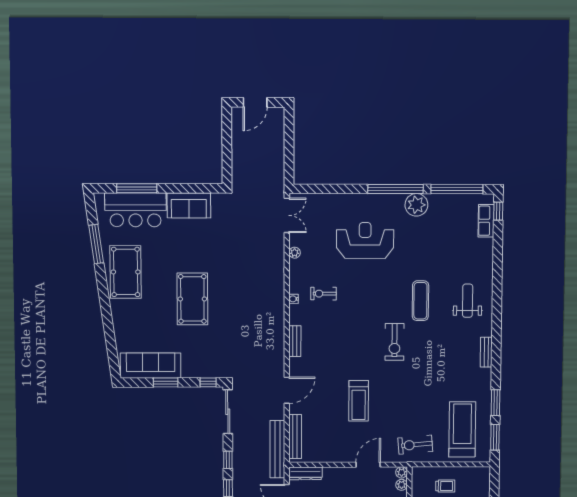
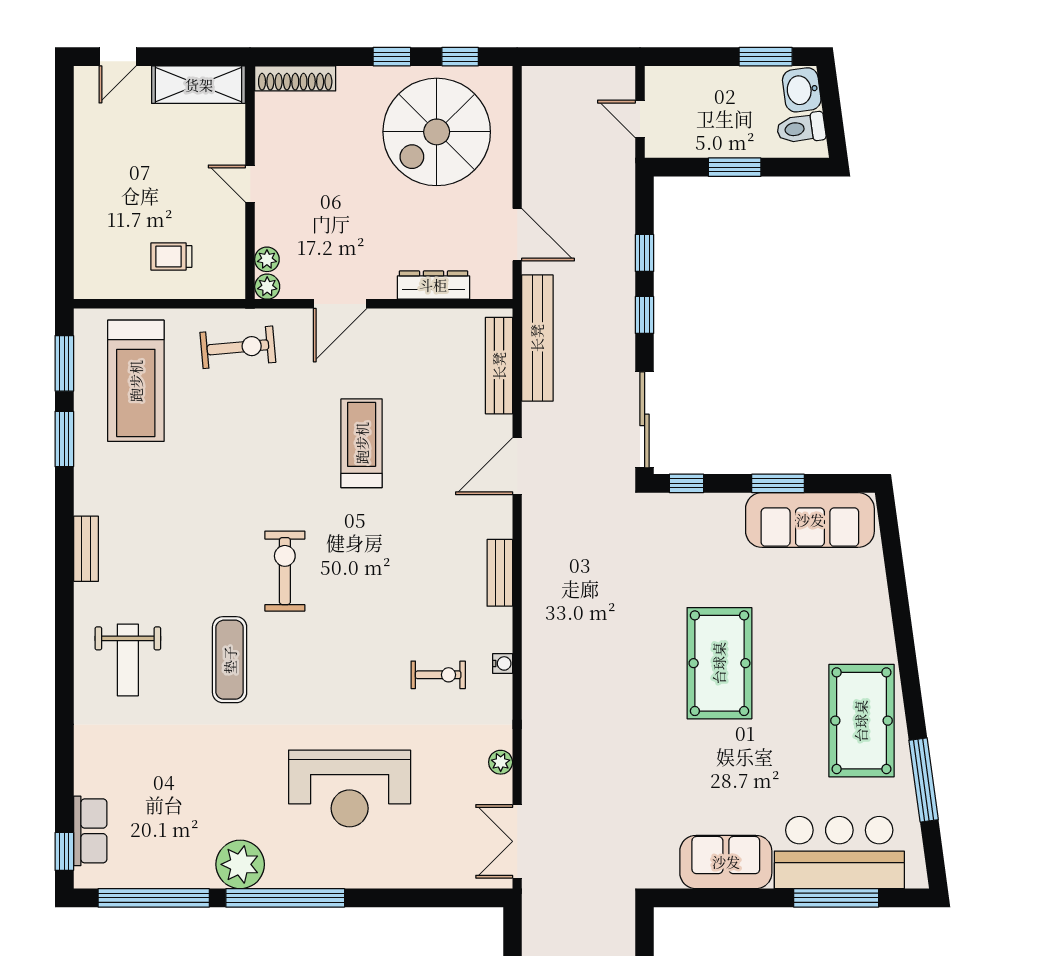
dresser: (305, 473) -> (433, 285), moved

